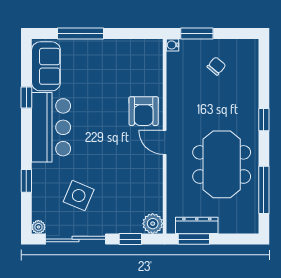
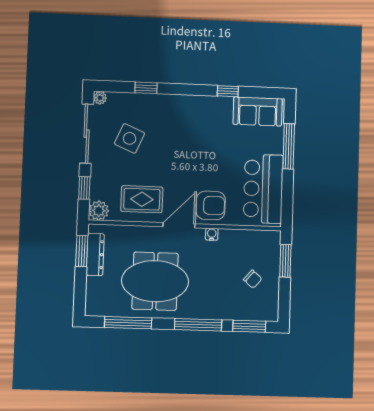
water cooler: (173, 45) -> (212, 234), moved
window: (264, 68) -> (249, 326), added
armchair: (144, 111) -> (211, 205), turned 180
window: (264, 120) -> (198, 325), width x2.17
bar counter: (51, 127) -> (263, 189), moved, turned 90
door: (165, 142) -> (179, 225), width x1.37
rug: (140, 181) -> (142, 199), added

